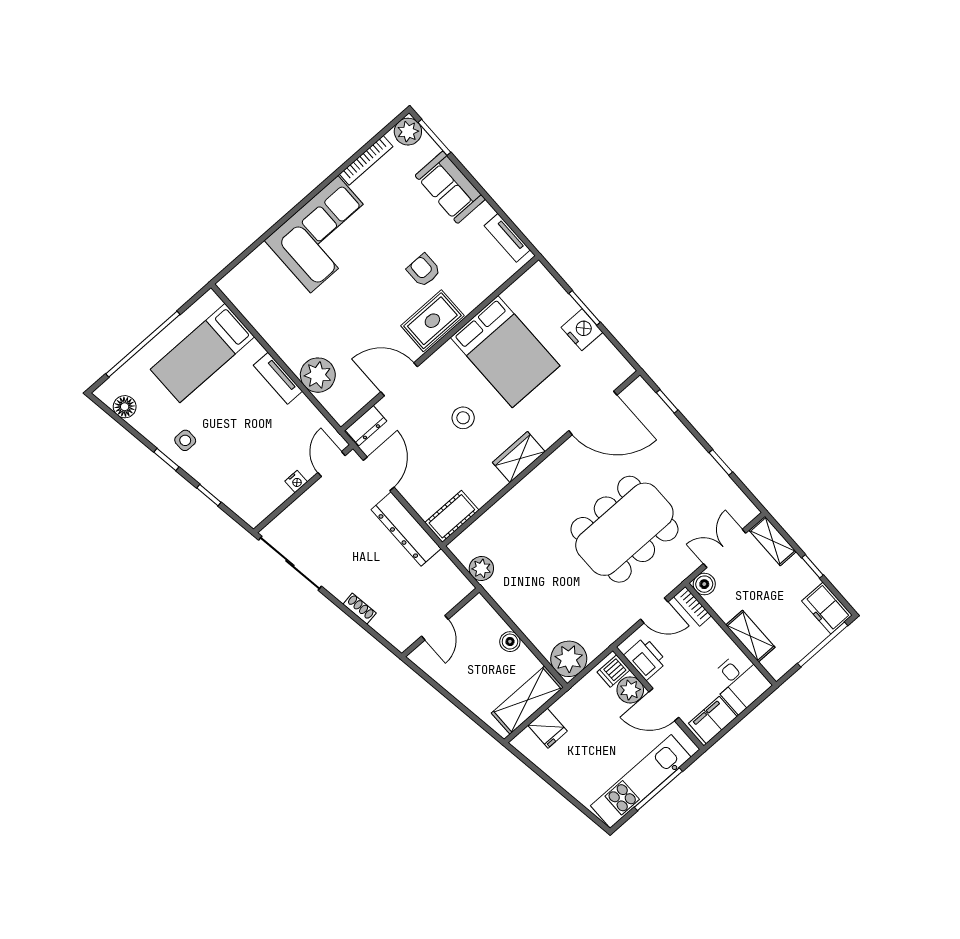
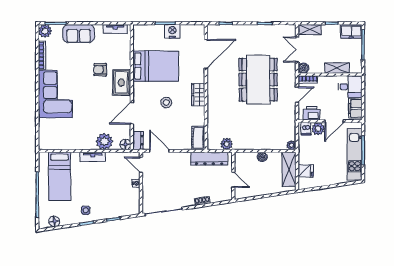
floor lamp: (342, 412) -> (125, 144), added
dresser: (406, 529) -> (209, 159), moved
plant: (569, 659) -> (291, 145), width x0.53, depth x0.53

